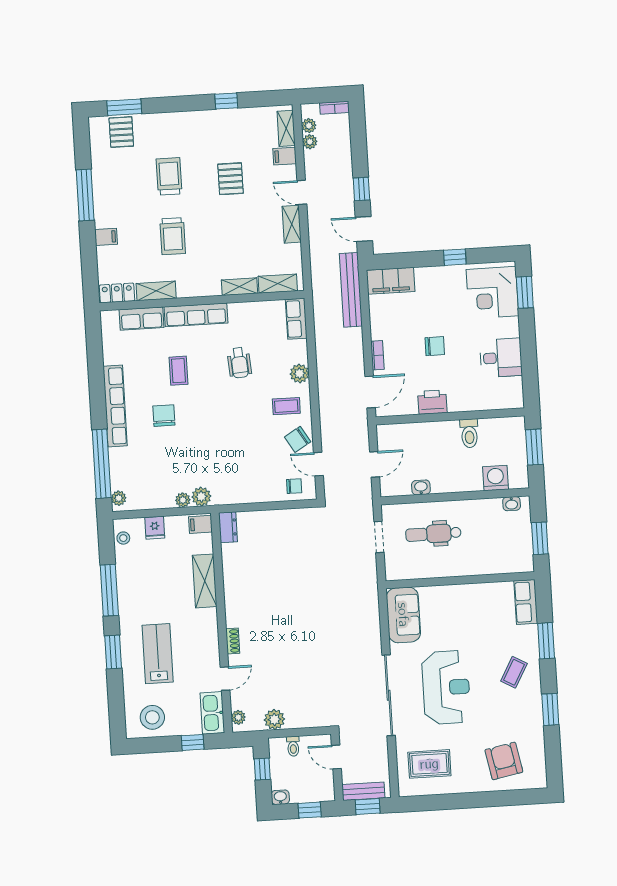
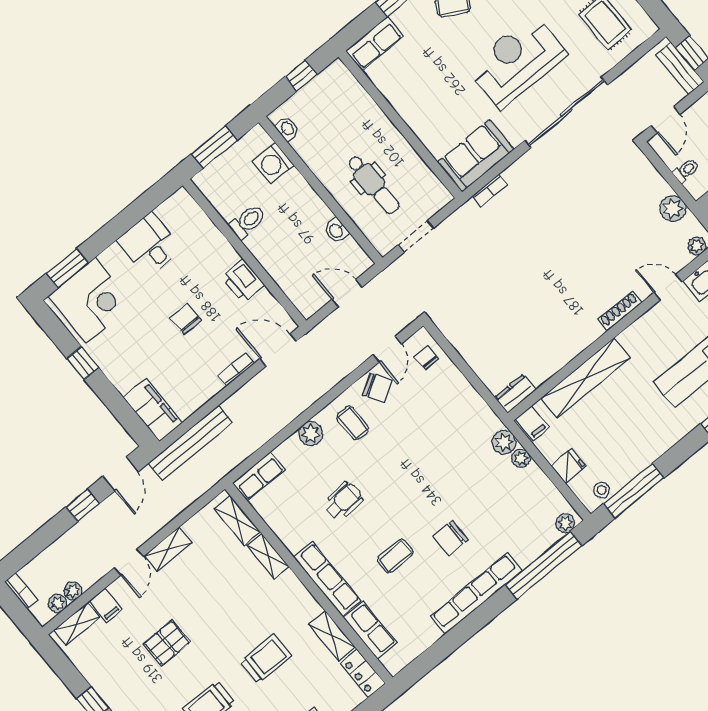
window: (540, 538) -> (301, 76), width x0.67
shelving: (205, 581) -> (585, 378), width x1.47
window: (109, 590) -> (634, 491), moved
bookcase: (374, 608) -> (490, 190), added
shoe rack: (233, 641) -> (620, 311), width x1.43

